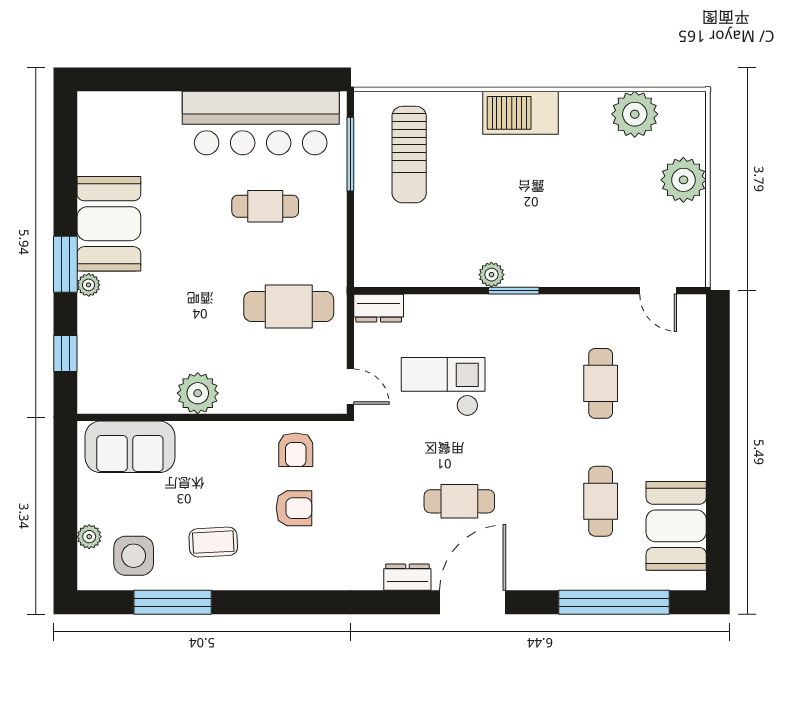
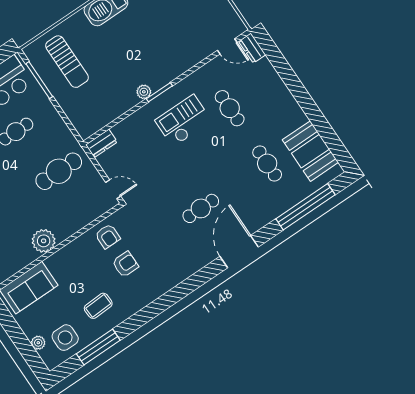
checkout: (443, 387) -> (183, 121), moved
dresser: (407, 577) -> (252, 48), moved, turned -90

